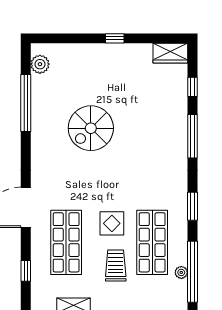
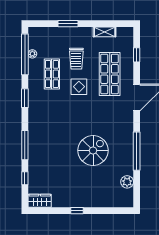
plant: (40, 64) -> (127, 182), moved
window: (26, 103) -> (137, 151), moved
shop shelf: (152, 242) -> (52, 74), width x0.70, depth x0.74

